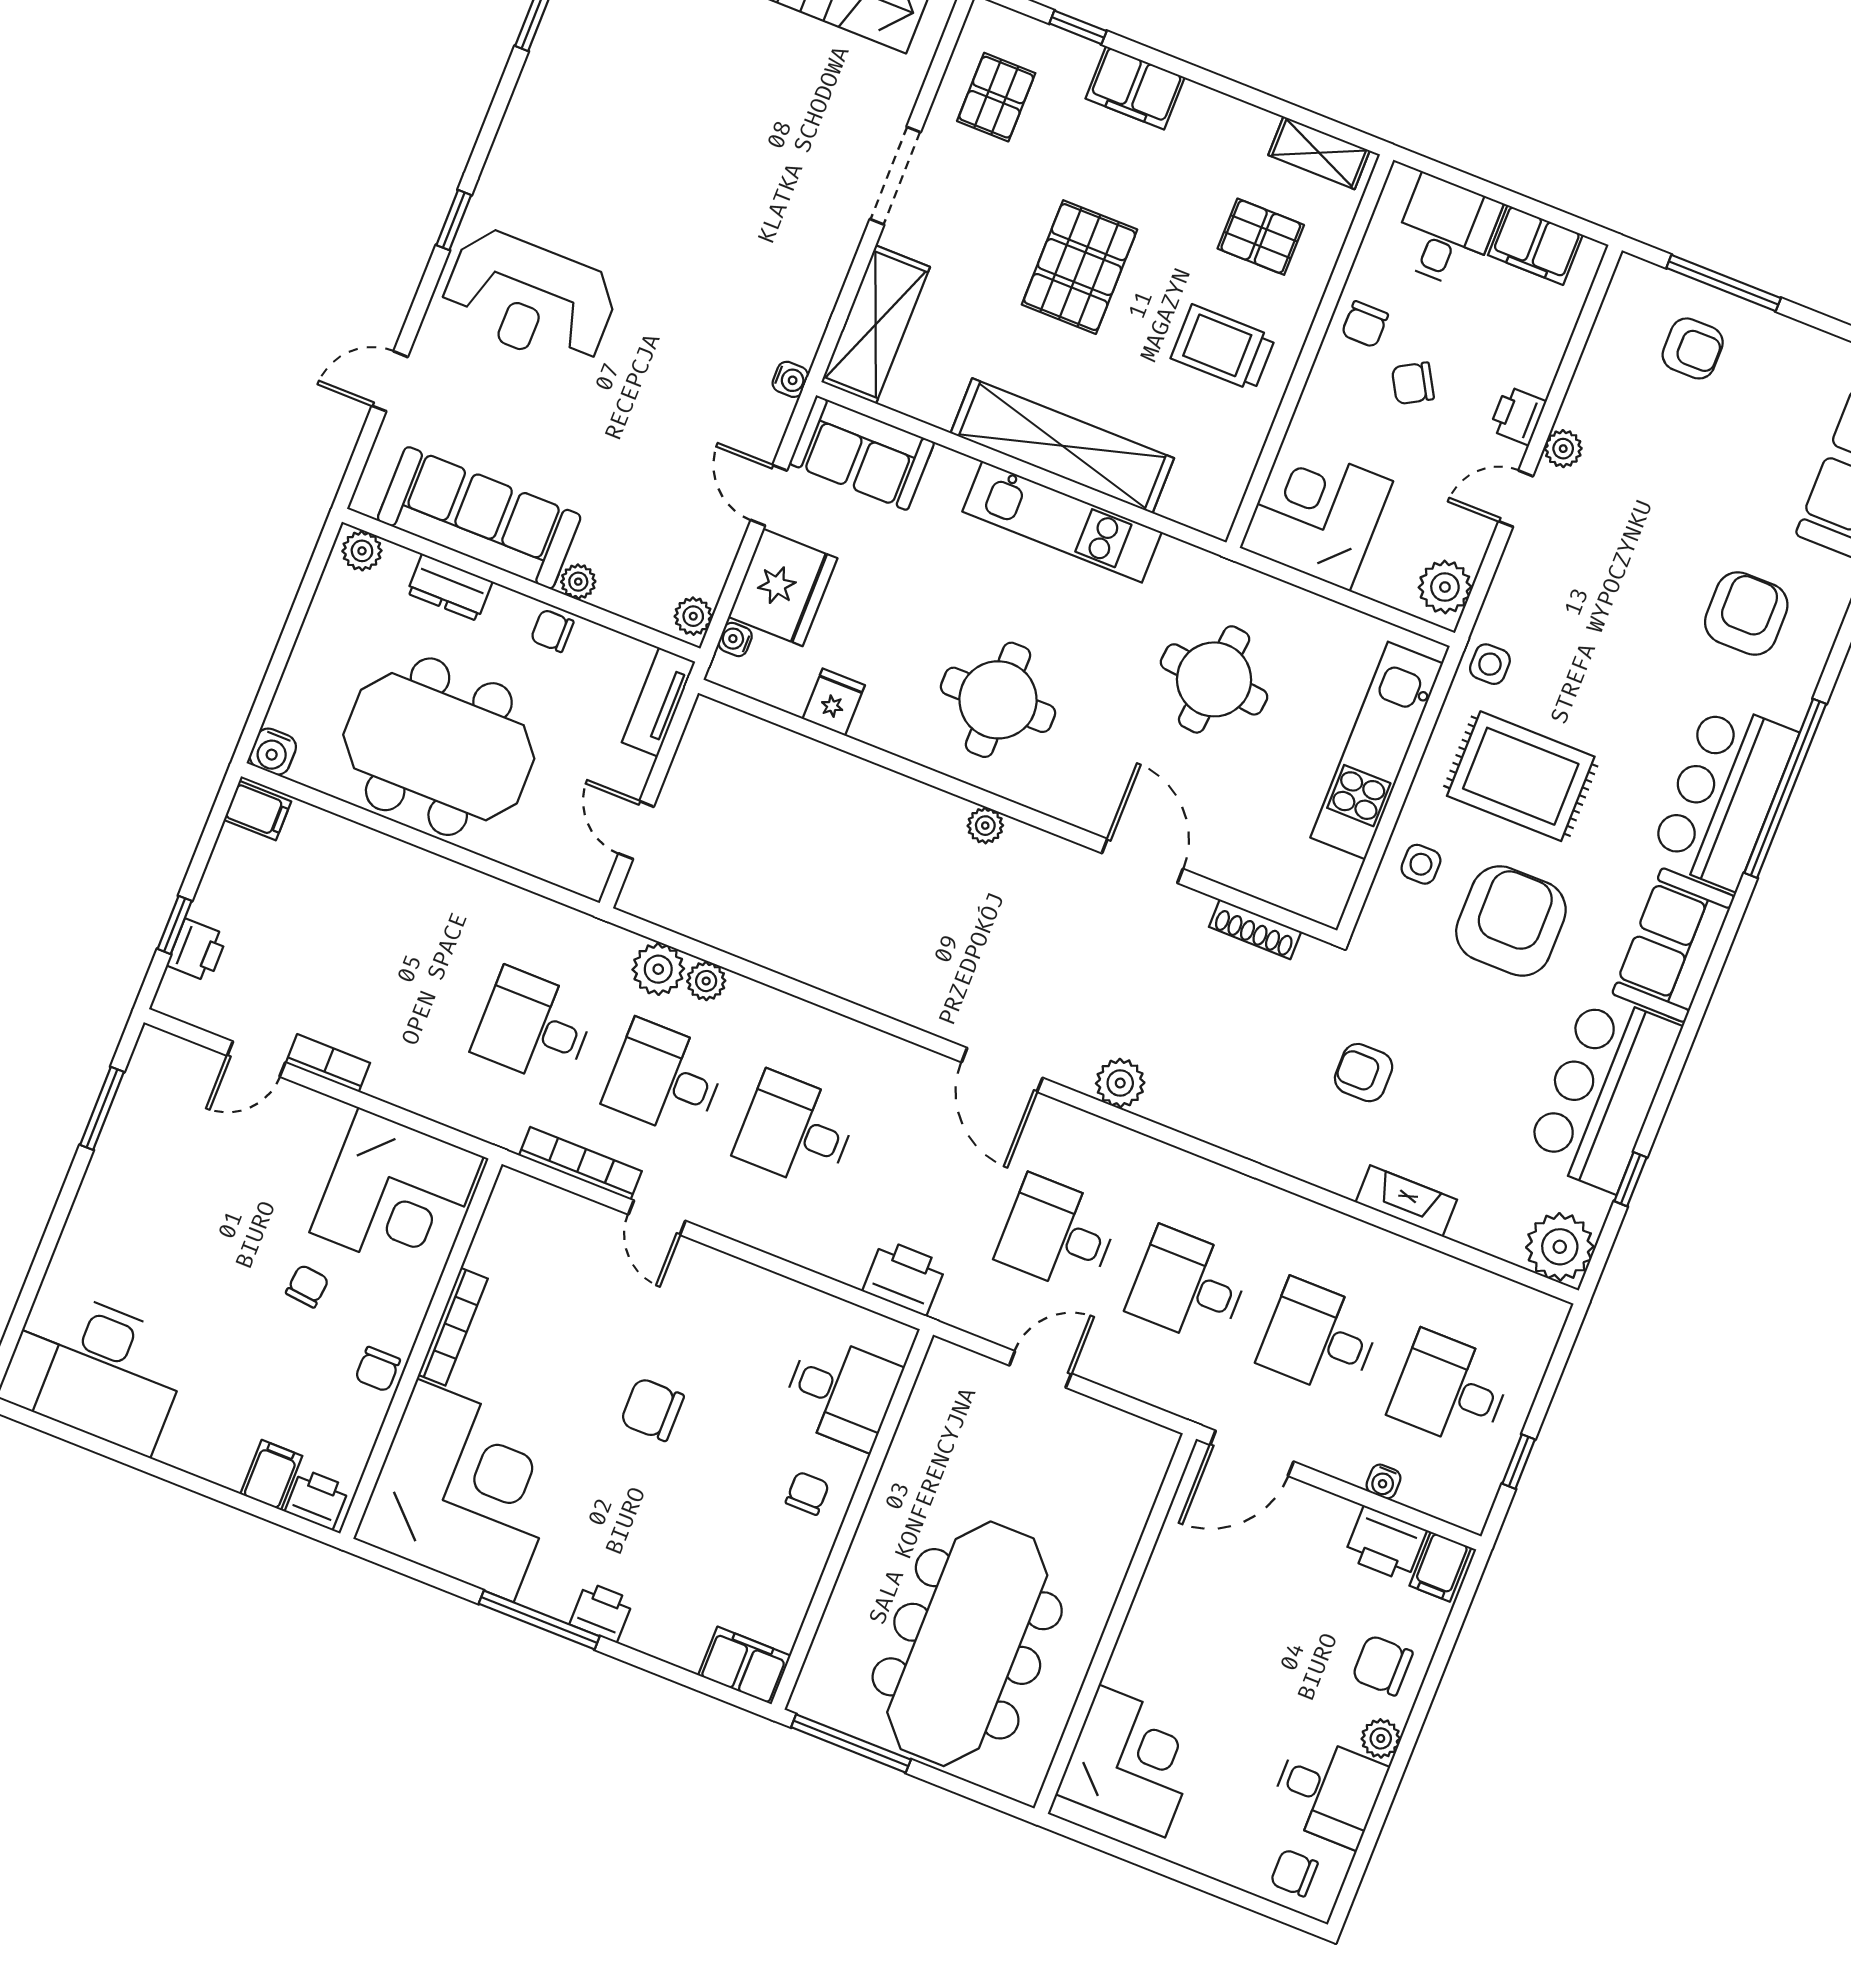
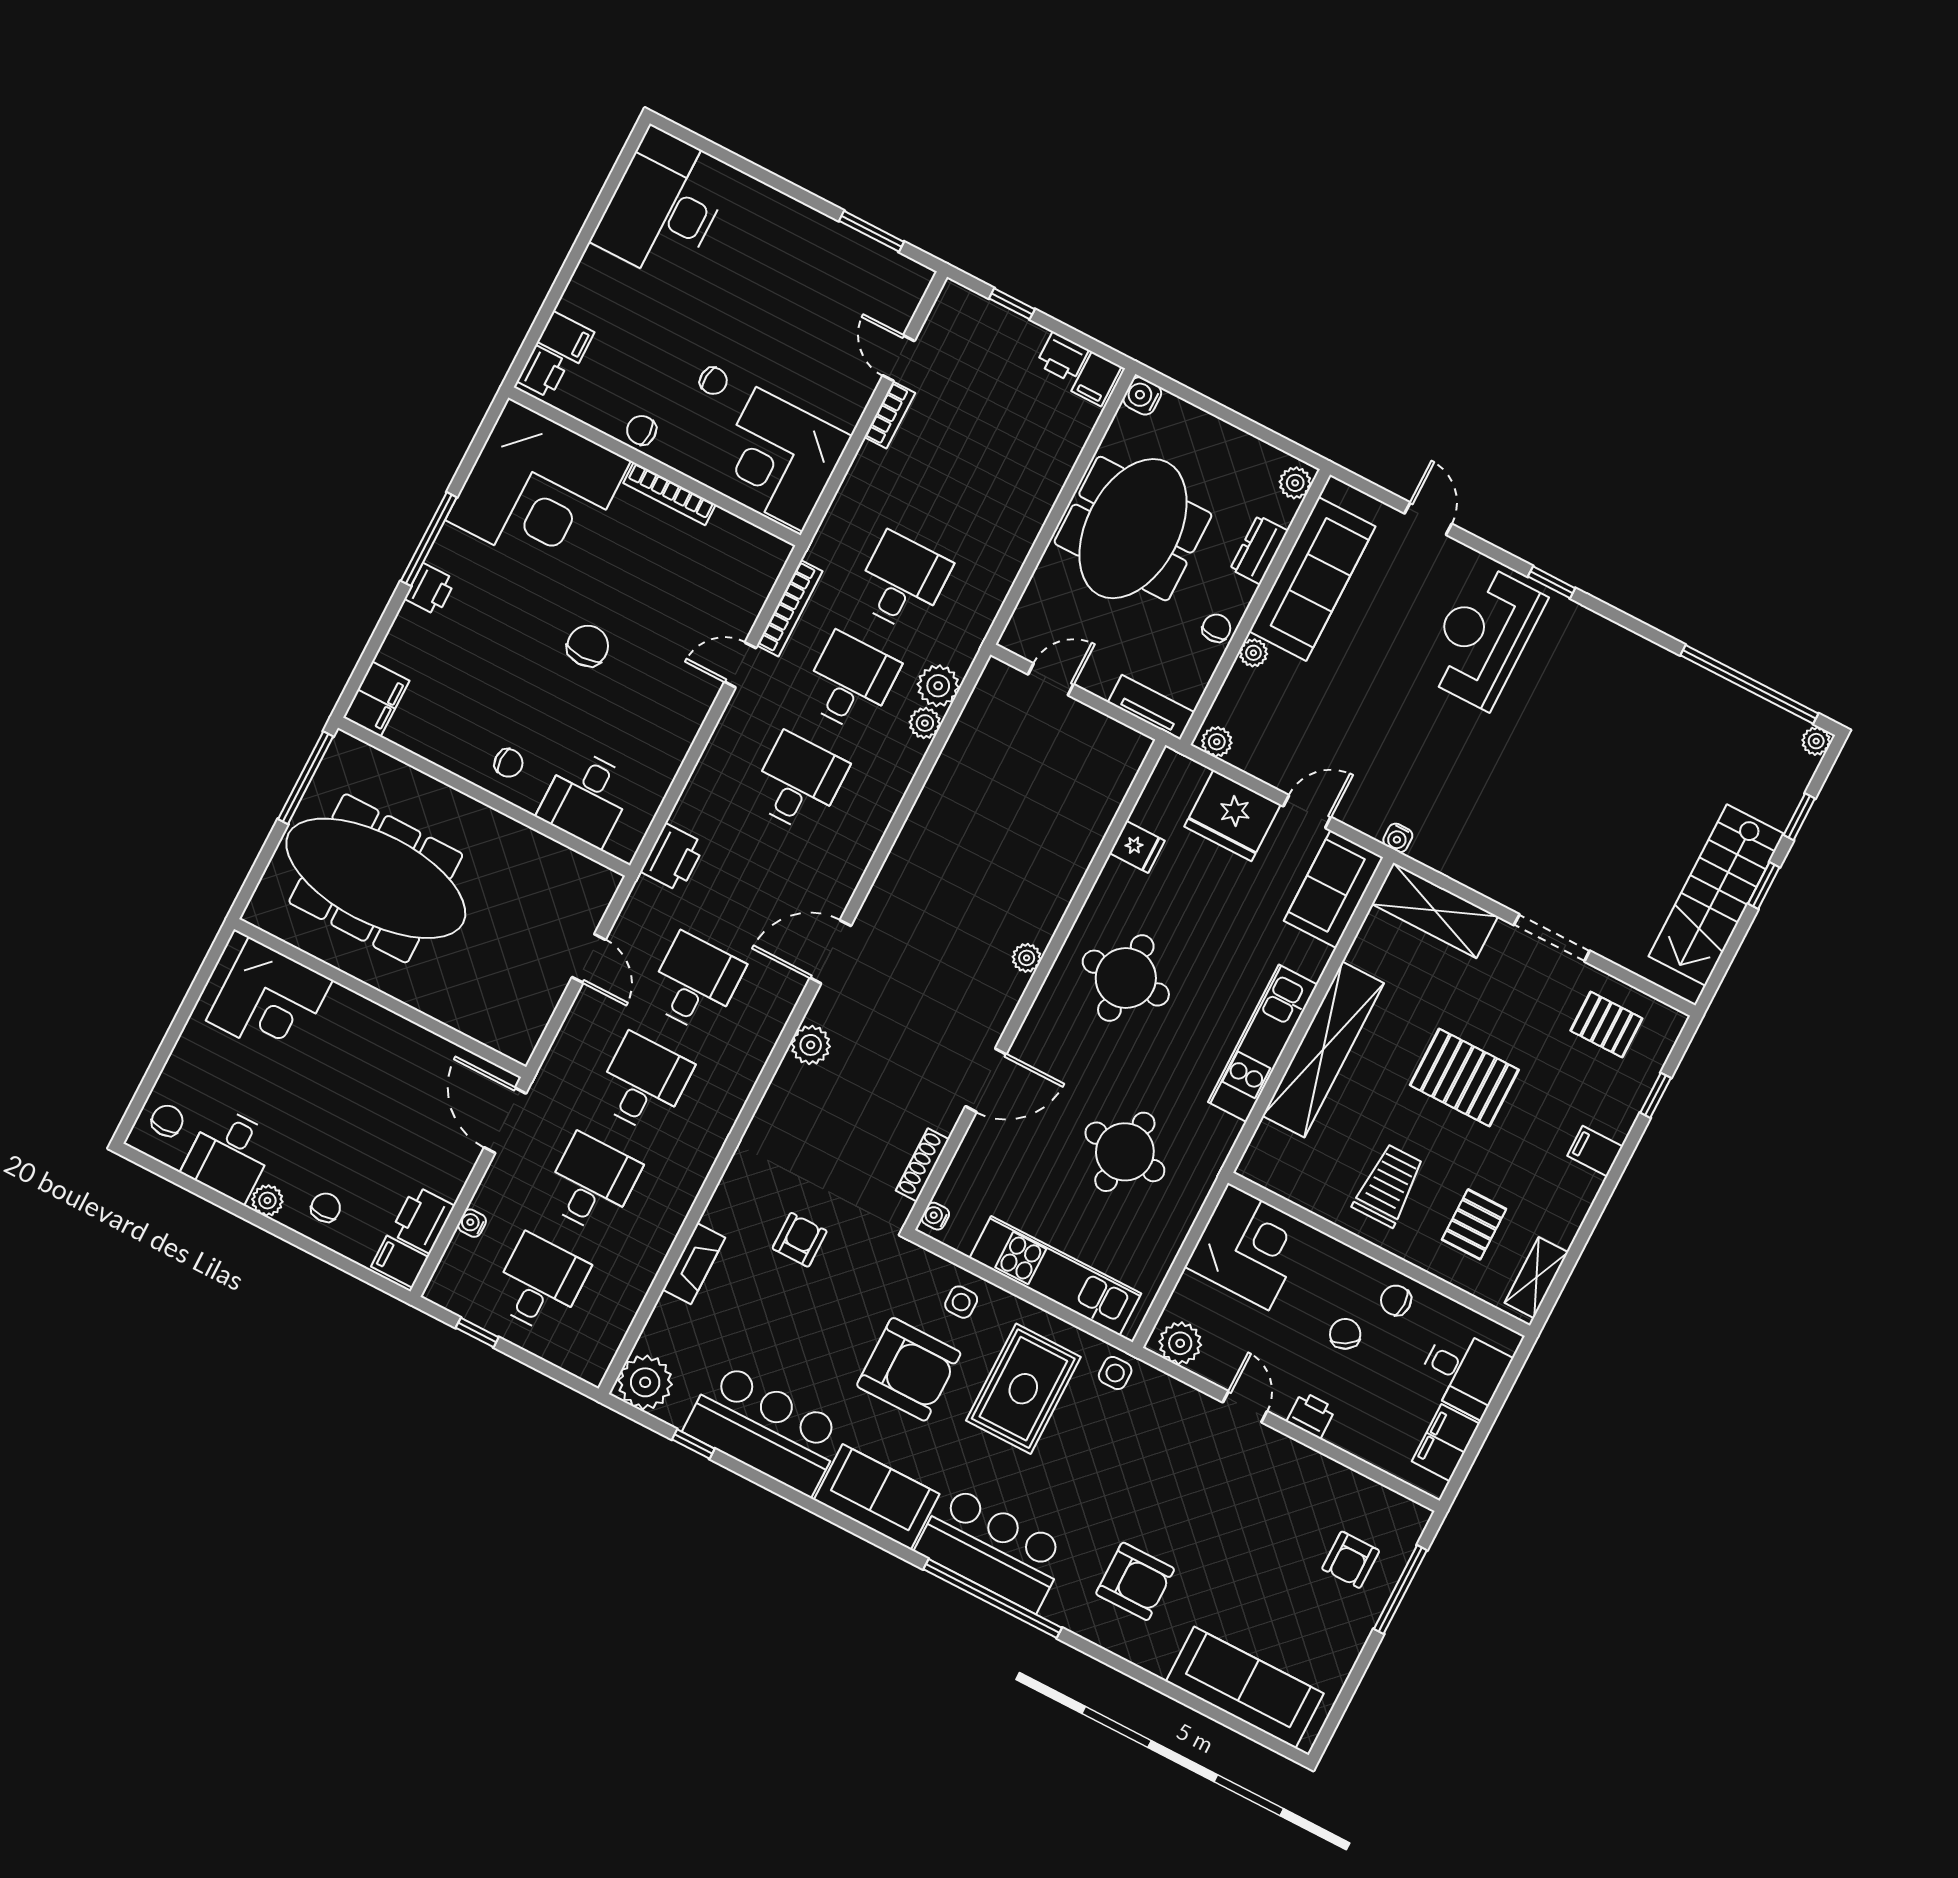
filing cabinet: (1135, 88) -> (1595, 1151), width x0.50
plant: (1563, 449) -> (1281, 1449), removed
water cooler: (735, 639) -> (935, 1216), moved, turned -90
printer: (197, 950) -> (1062, 357), moved
chair: (1382, 1665) -> (326, 1208), width x0.73, depth x0.73

